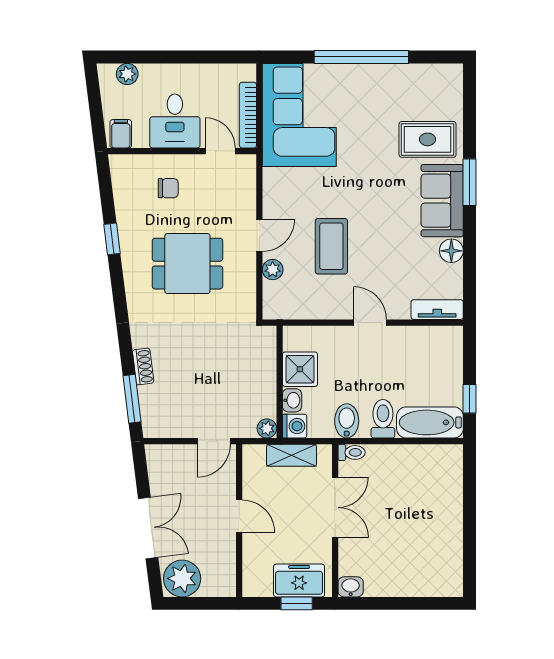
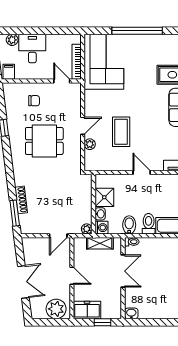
desk: (175, 121) -> (32, 49), moved, turned 180
shoe rack: (143, 367) -> (21, 200), width x1.43
plant: (182, 578) -> (56, 309), moved
freezer: (299, 580) -> (87, 310), moved

